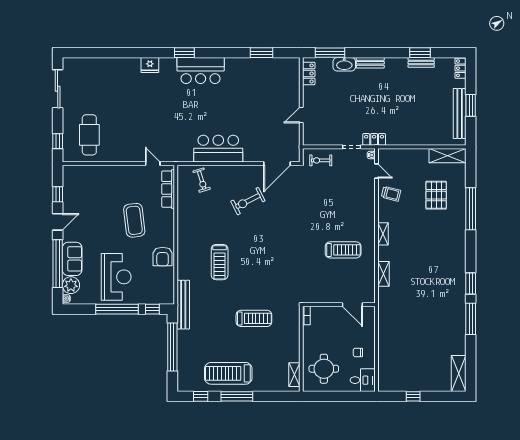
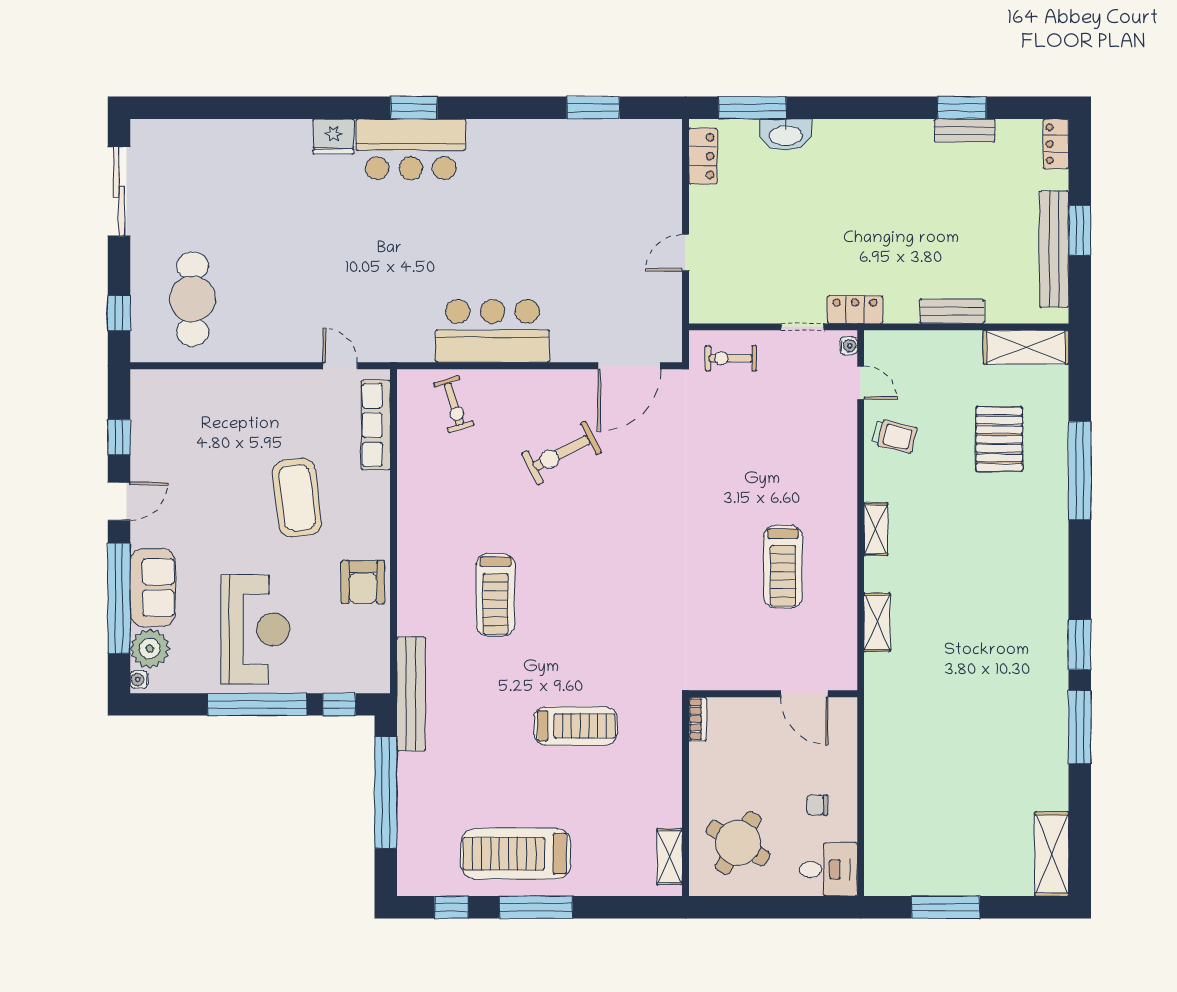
bench: (370, 63) -> (952, 311), moved
bar counter: (201, 71) -> (411, 149), moved
treadmill: (343, 250) -> (783, 567), turned 90
round table: (324, 369) -> (738, 843), turned 31
window: (413, 396) -> (946, 907), width x2.17

